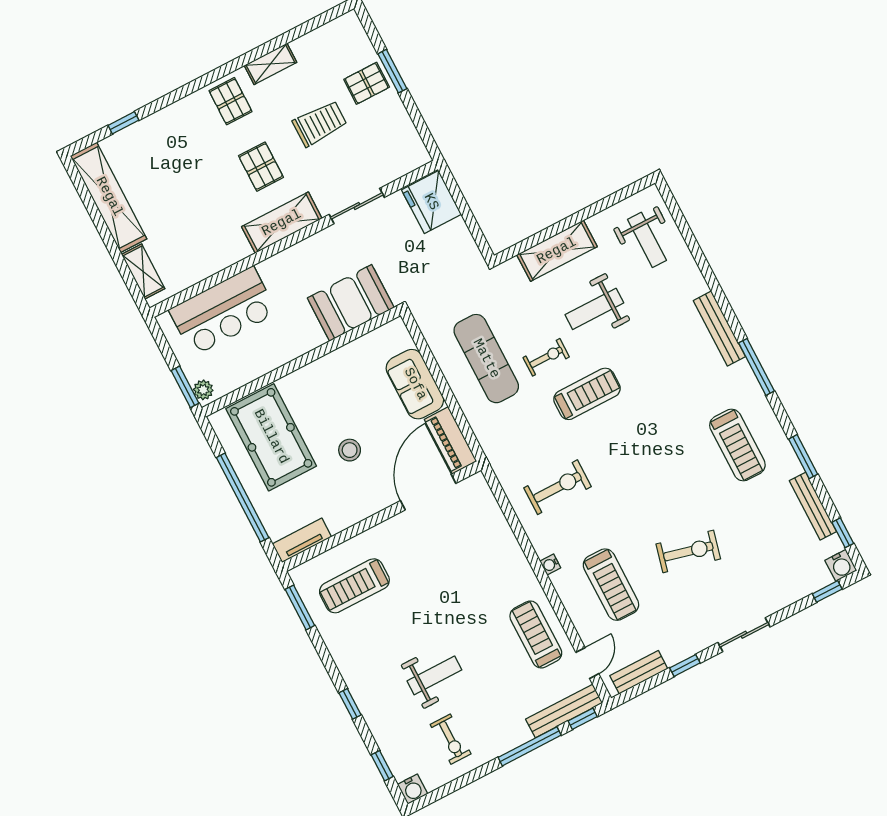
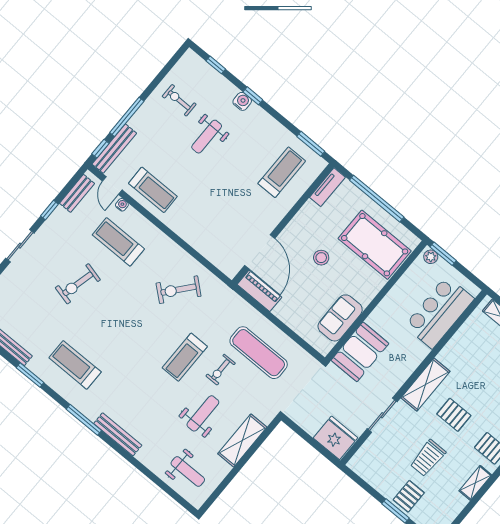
weight bench: (647, 240) -> (188, 471), turned 180
sofa: (415, 384) -> (340, 318), moved, turned -90
exercise bike: (557, 487) -> (179, 290), turned 40
water cooler: (550, 564) -> (122, 205), moved
water cooler: (413, 789) -> (242, 101), moved, turned 90

